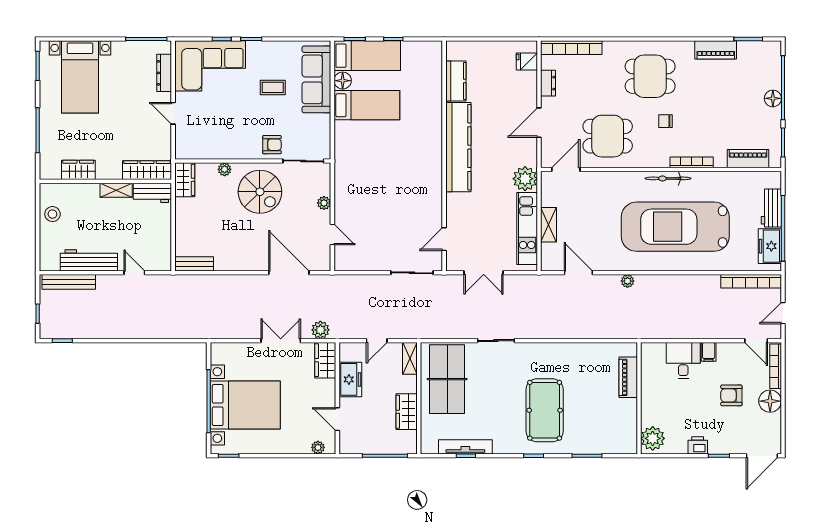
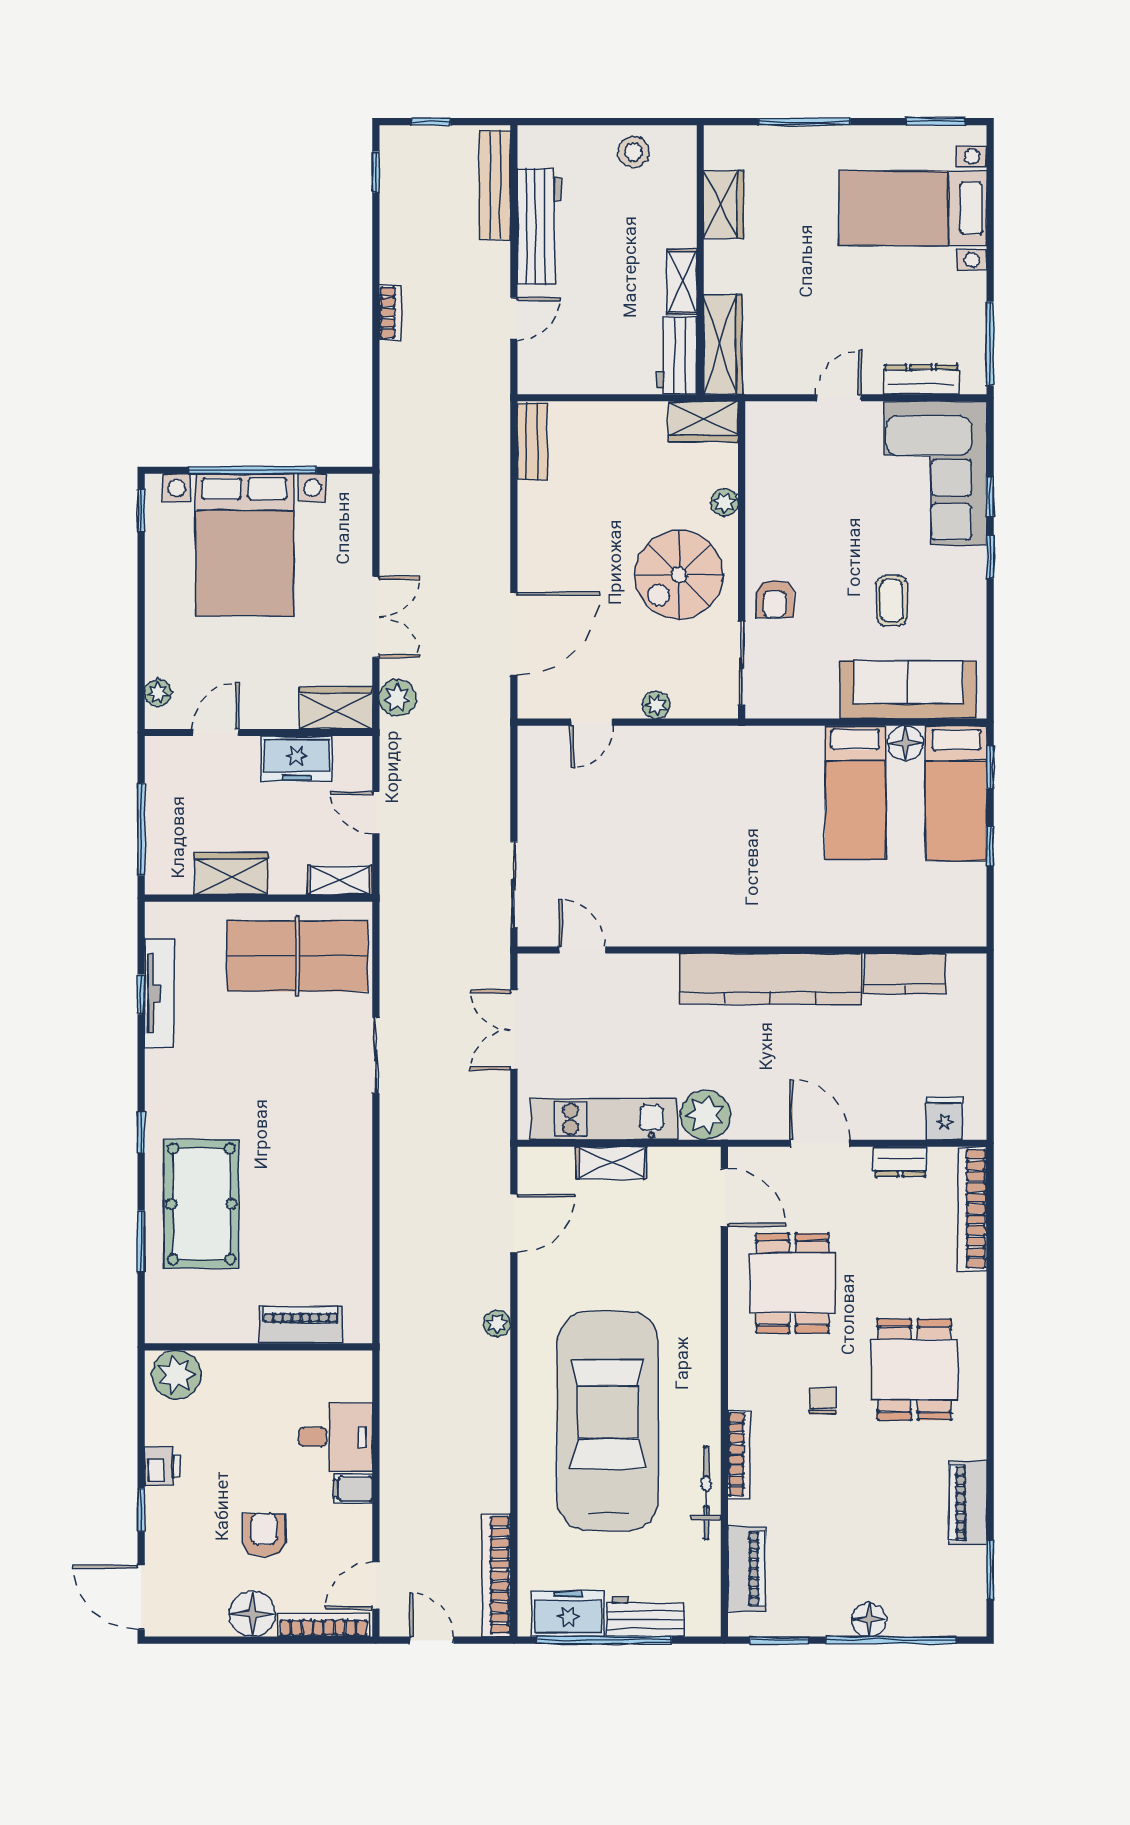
bicycle: (668, 178) -> (706, 1493), moved
bookcase: (131, 334) -> (390, 313), added
pool table: (545, 410) -> (201, 1204), moved, turned 90

